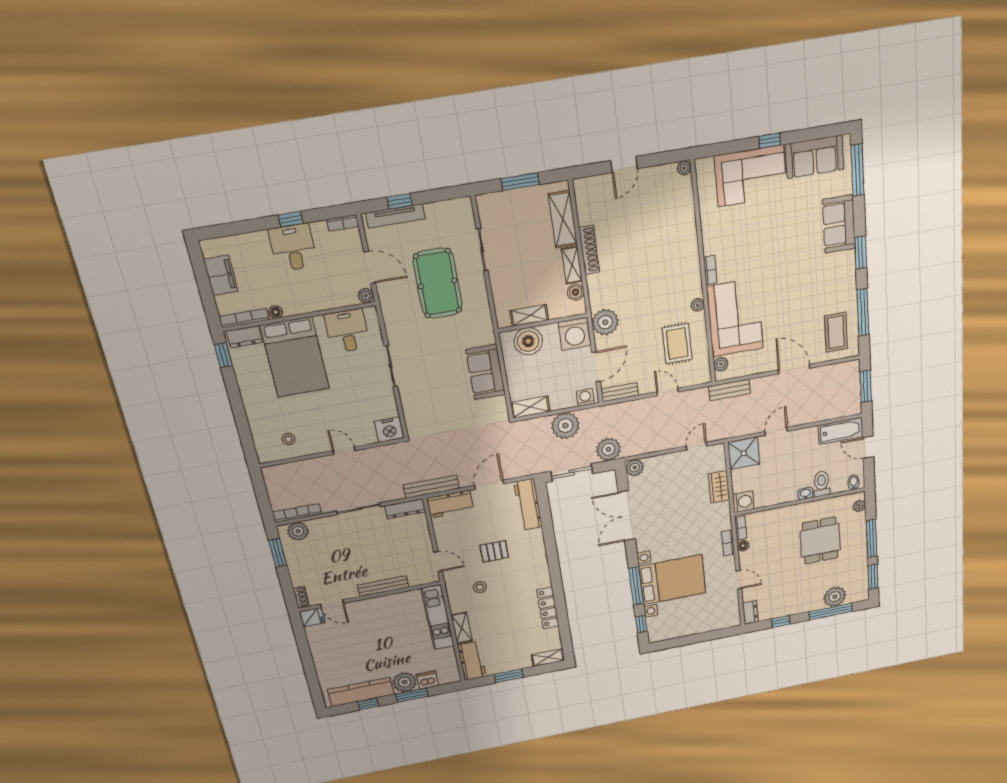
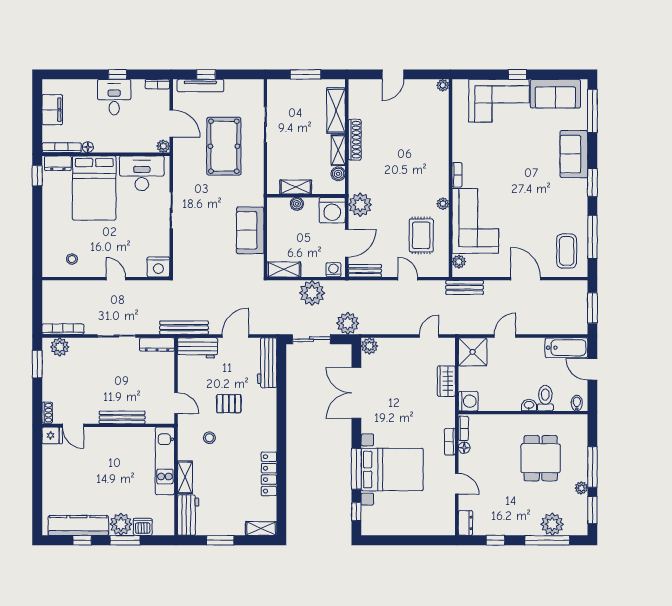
desk: (347, 331) -> (142, 173), width x1.37
boiler: (528, 341) -> (297, 204), width x0.54, depth x0.54
plant: (859, 506) -> (581, 488), moved

